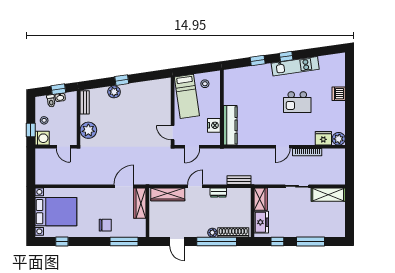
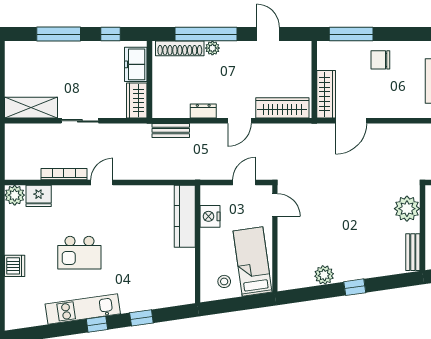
plant: (114, 92) -> (324, 275), moved
kitchen island: (297, 102) -> (79, 253), turned 180

